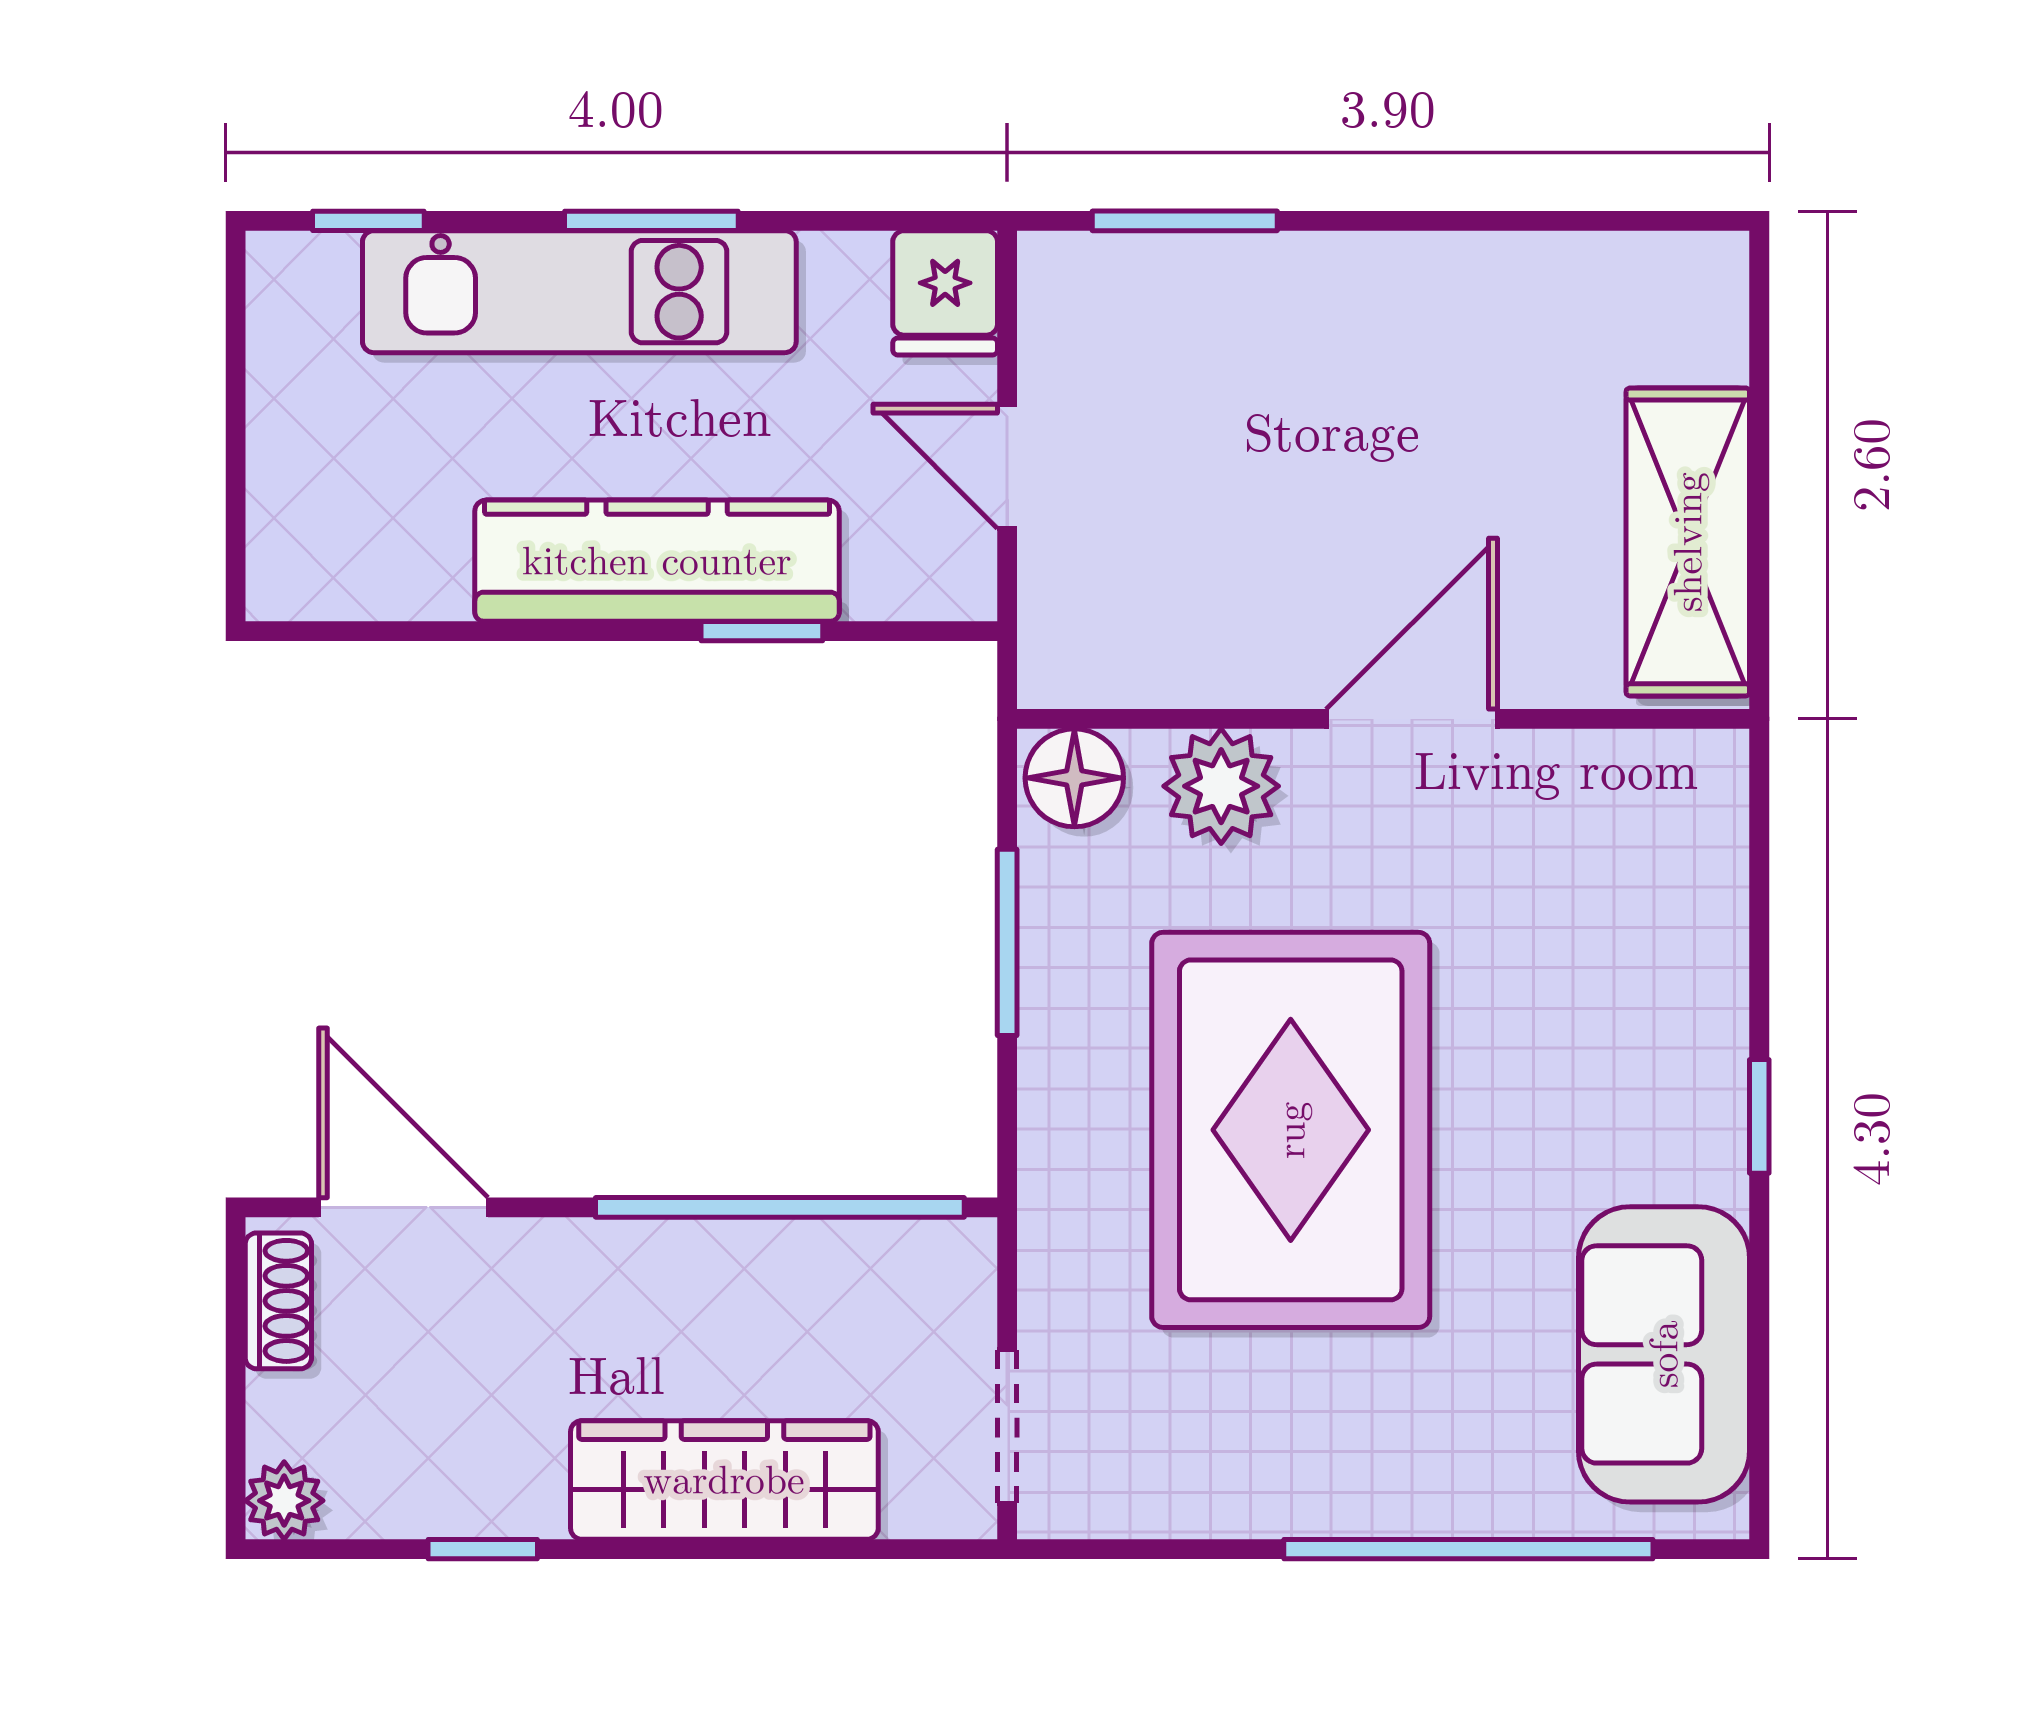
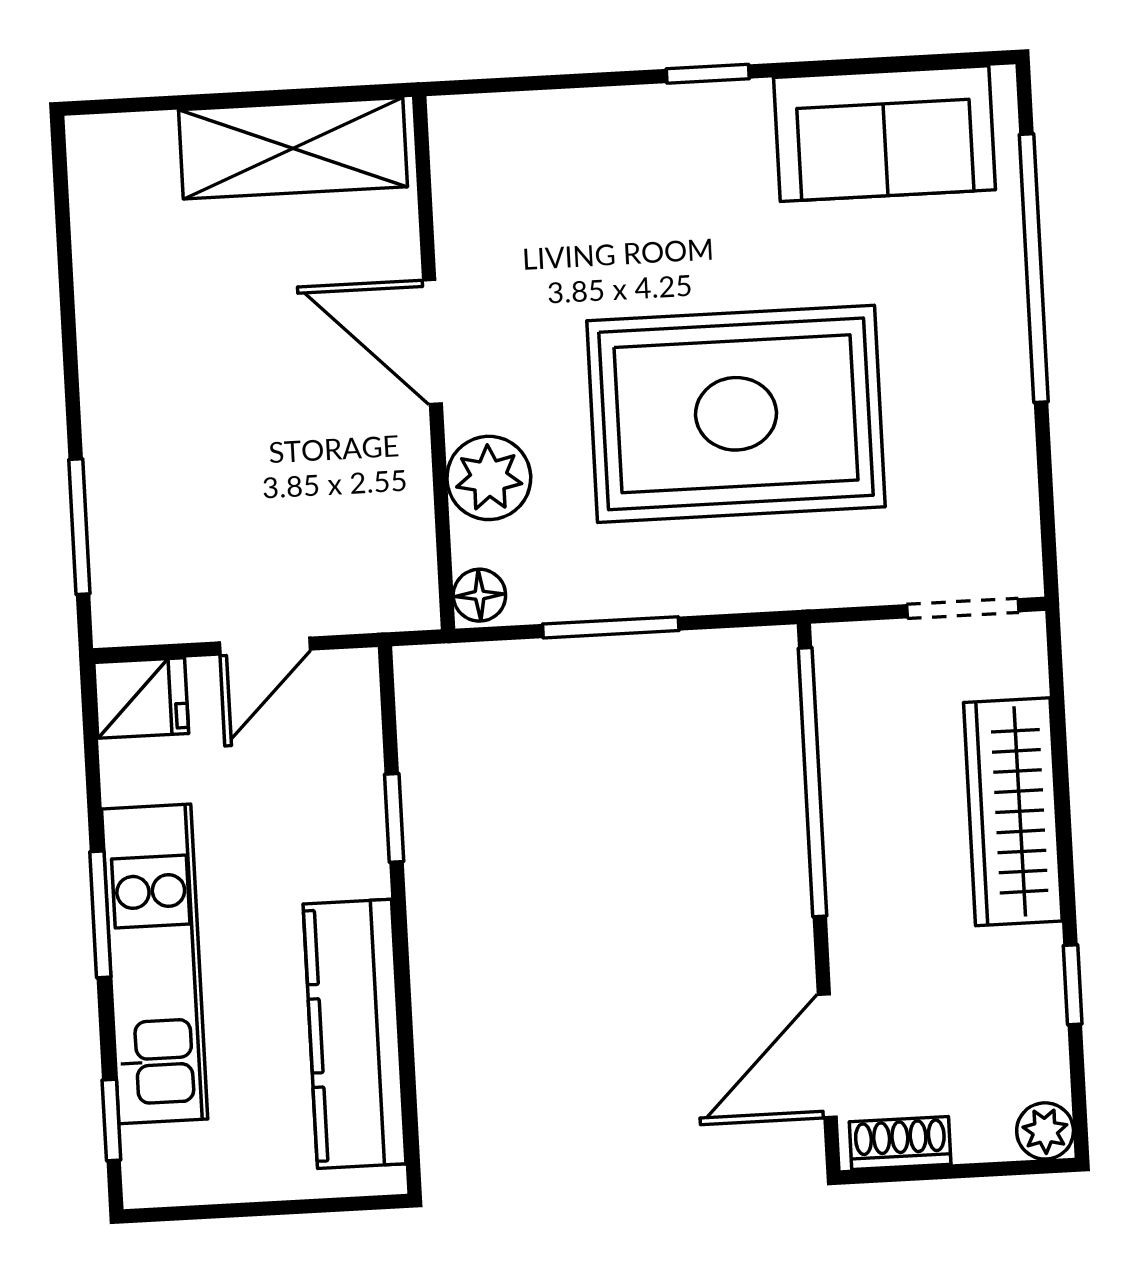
kitchen counter: (657, 561) -> (354, 1034), moved
floor lamp: (1074, 778) -> (479, 595), width x0.73, depth x0.73

